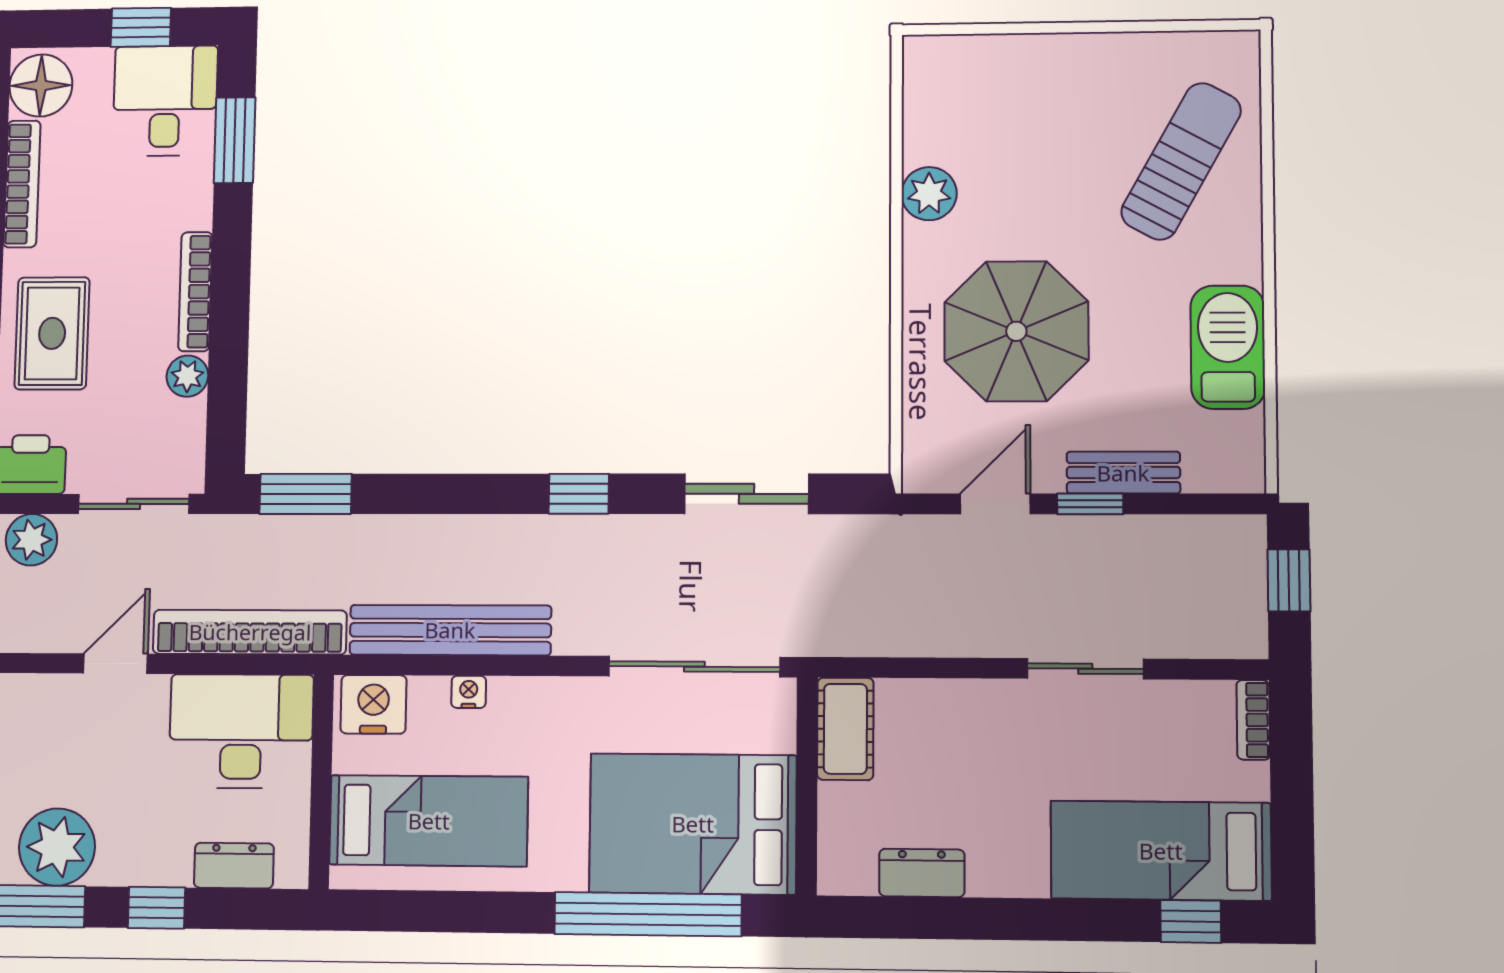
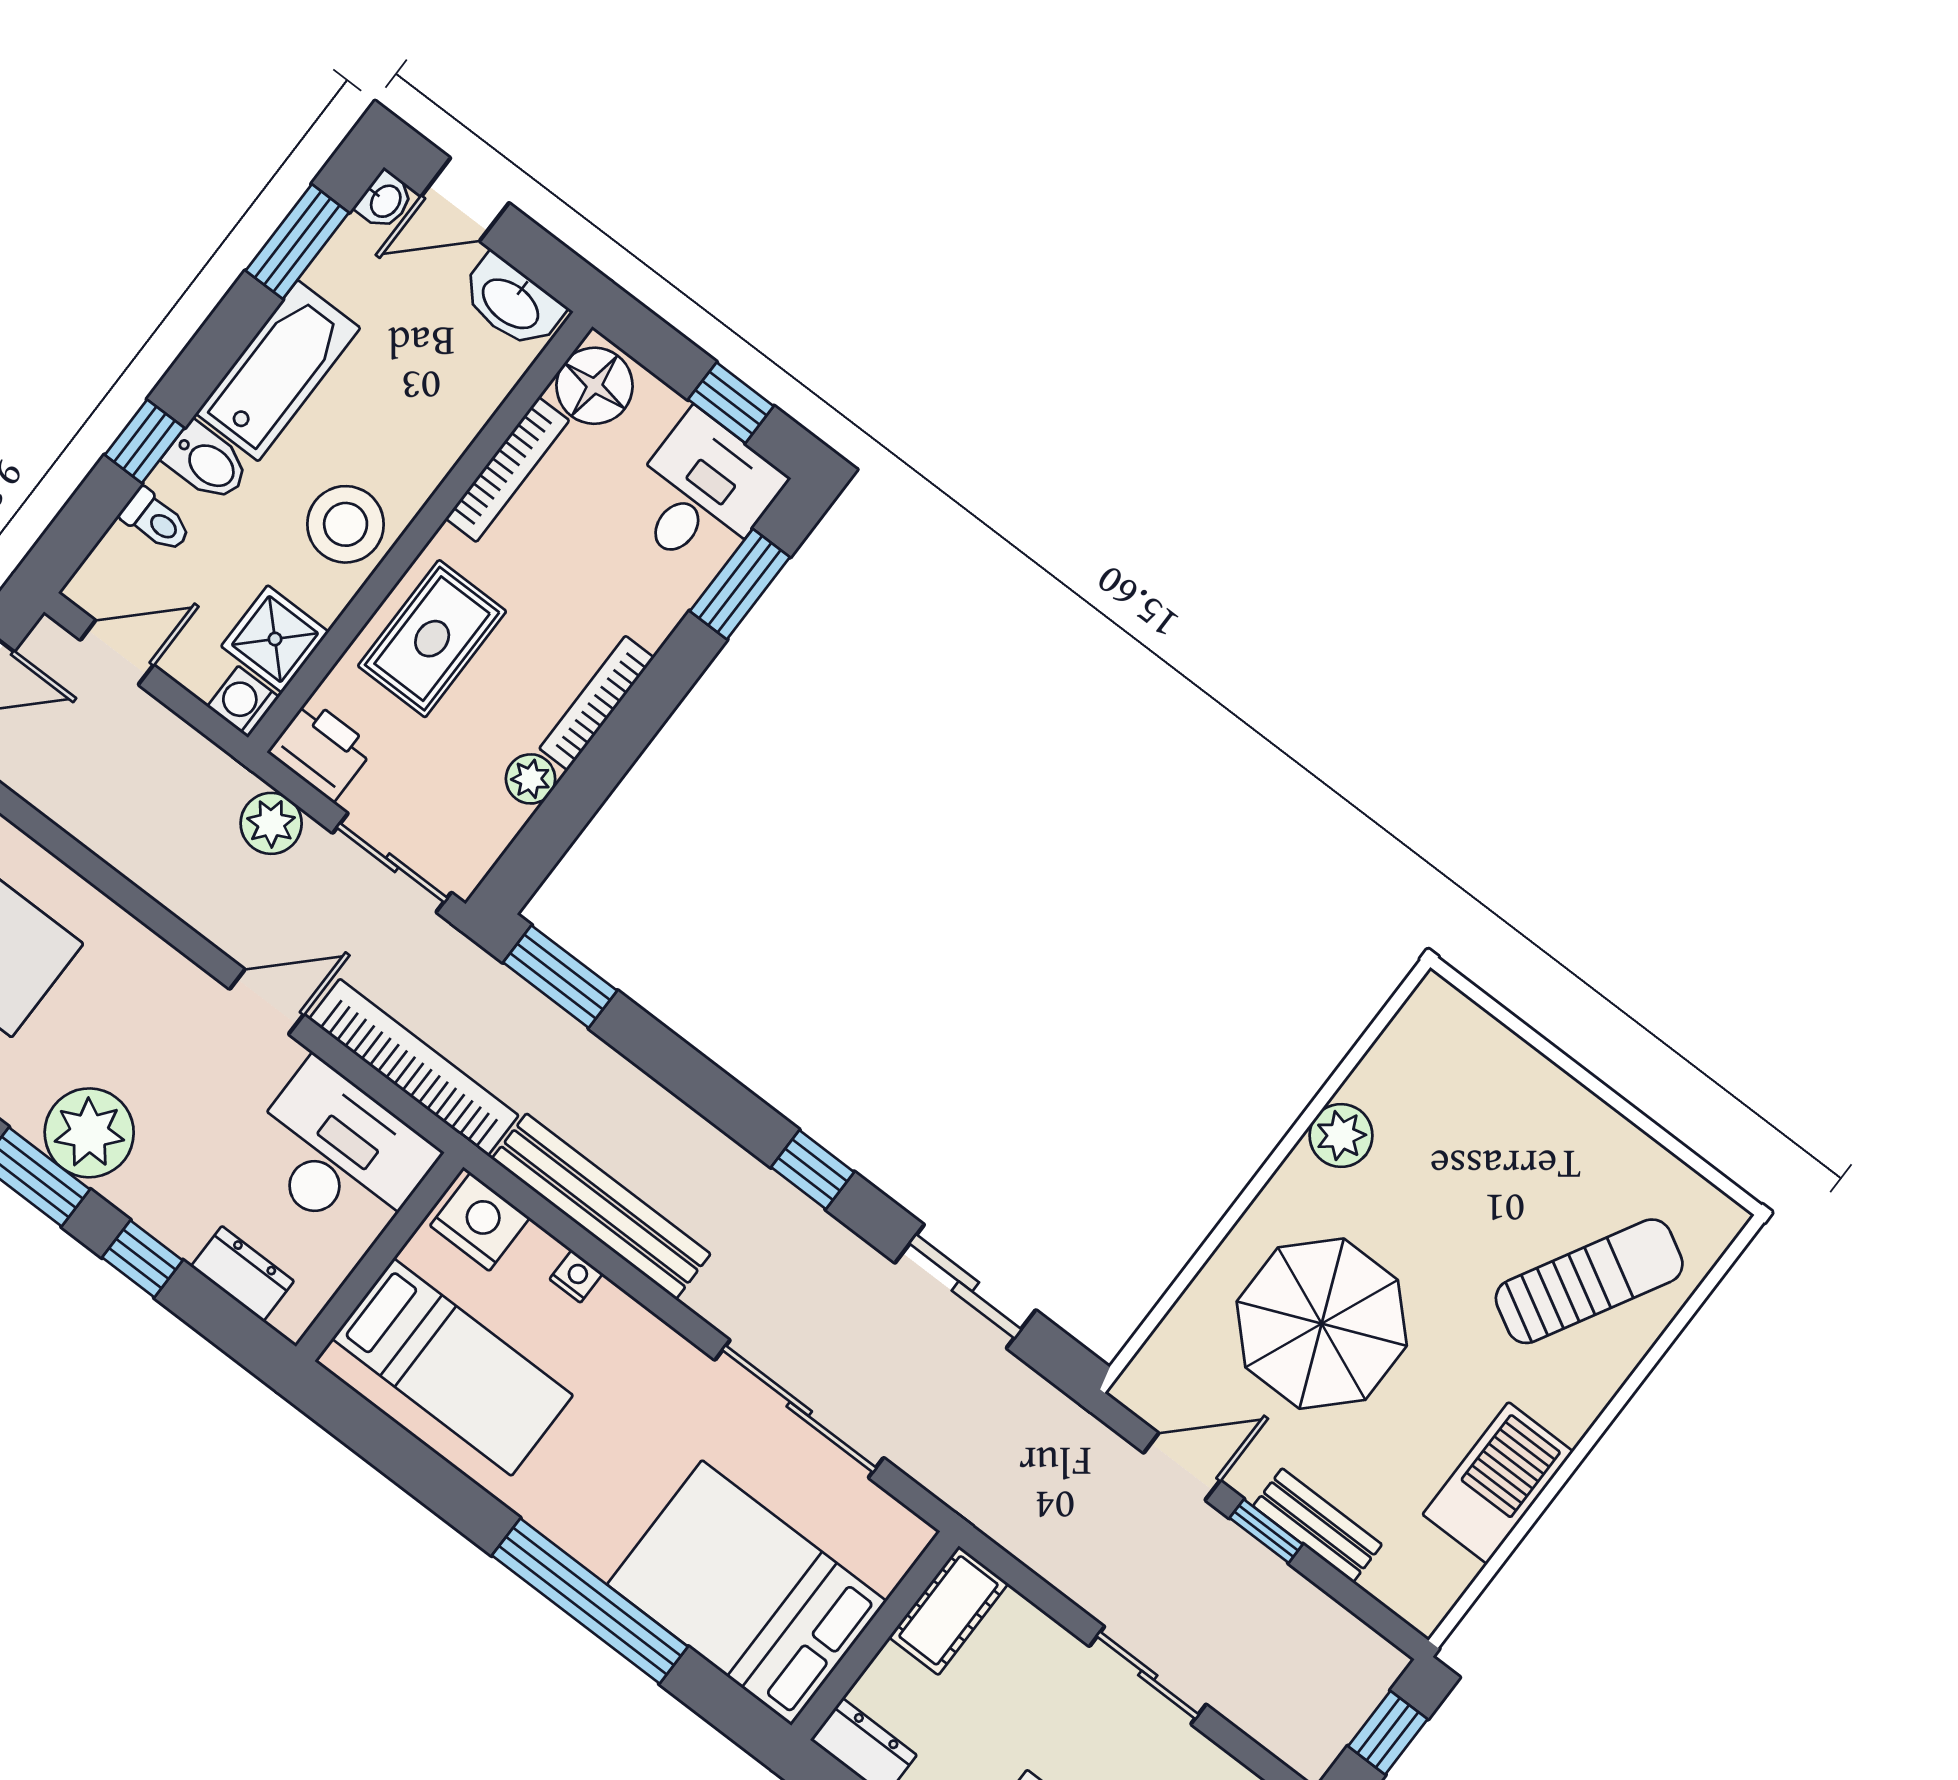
cot: (845, 729) -> (949, 1610), moved
wall: (807, 786) -> (875, 1636), moved
bed: (693, 824) -> (747, 1593), moved

